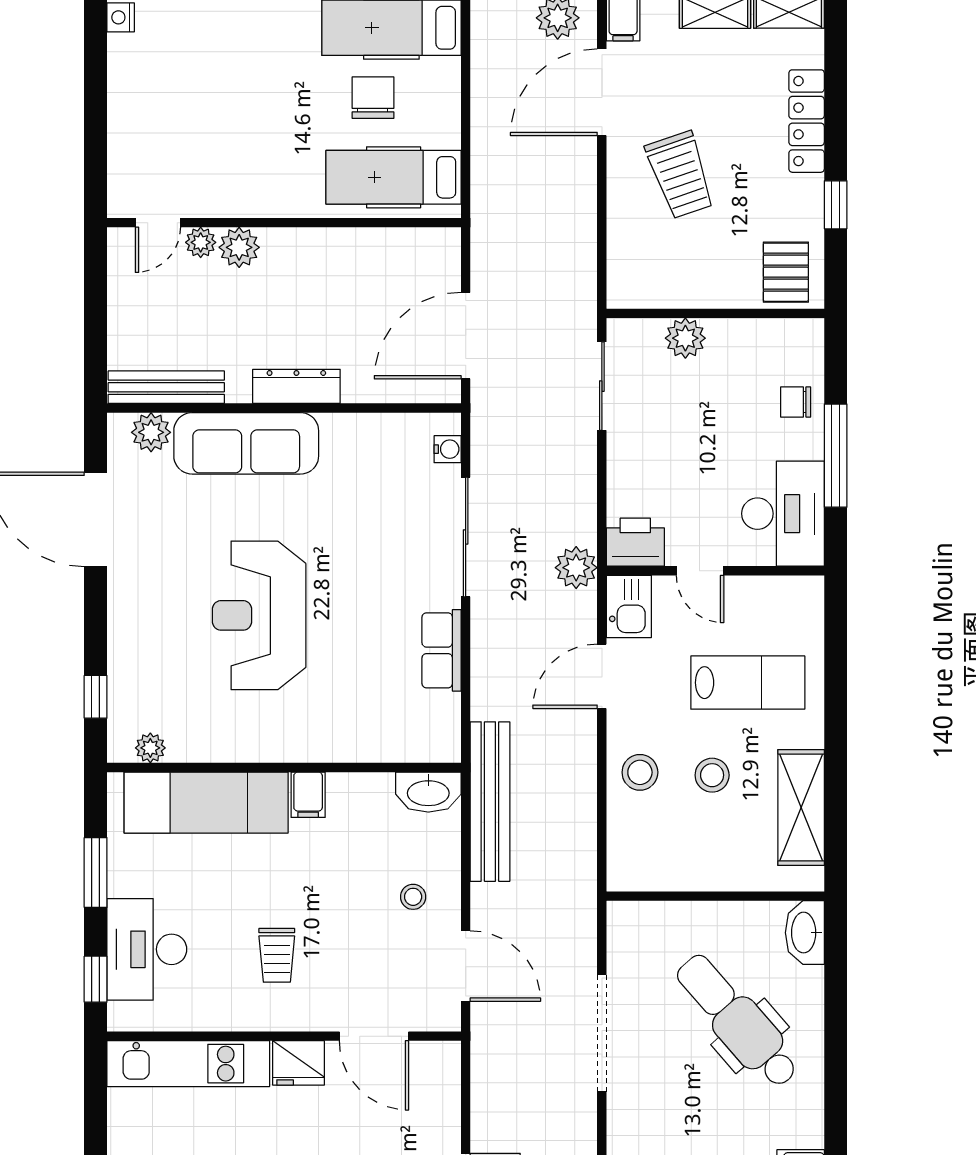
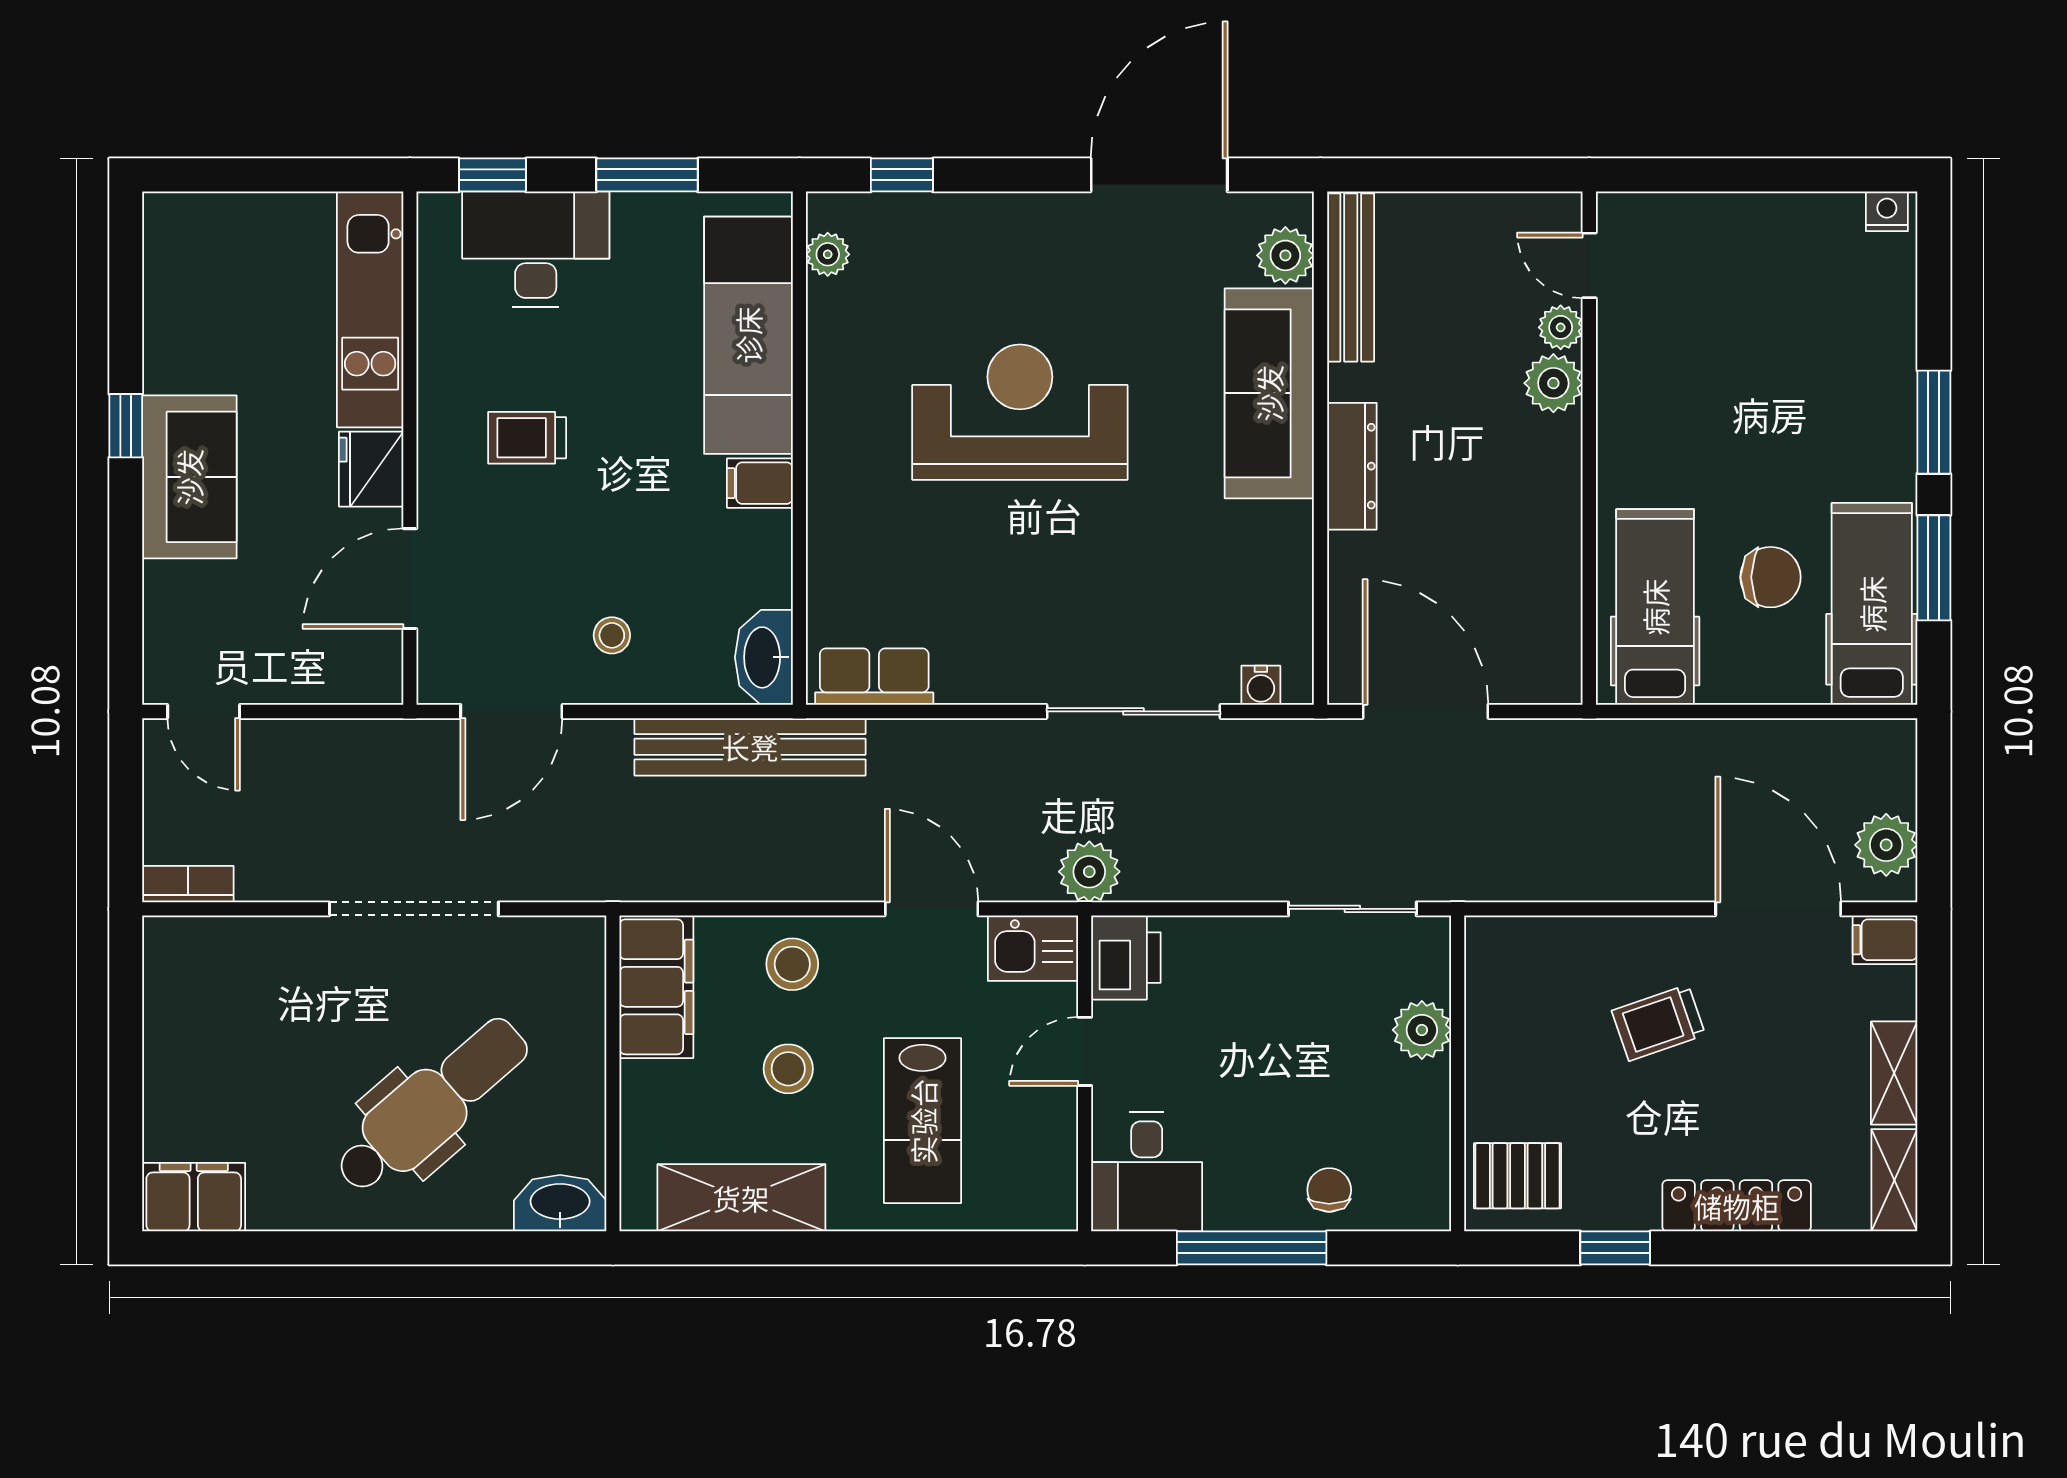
trolley: (680, 175) -> (1658, 1023), width x0.73, depth x0.72
desk: (783, 514) -> (1147, 1172), width x0.73
row of seats: (442, 650) -> (874, 677), moved
filing cabinet: (656, 866) -> (656, 987), added

